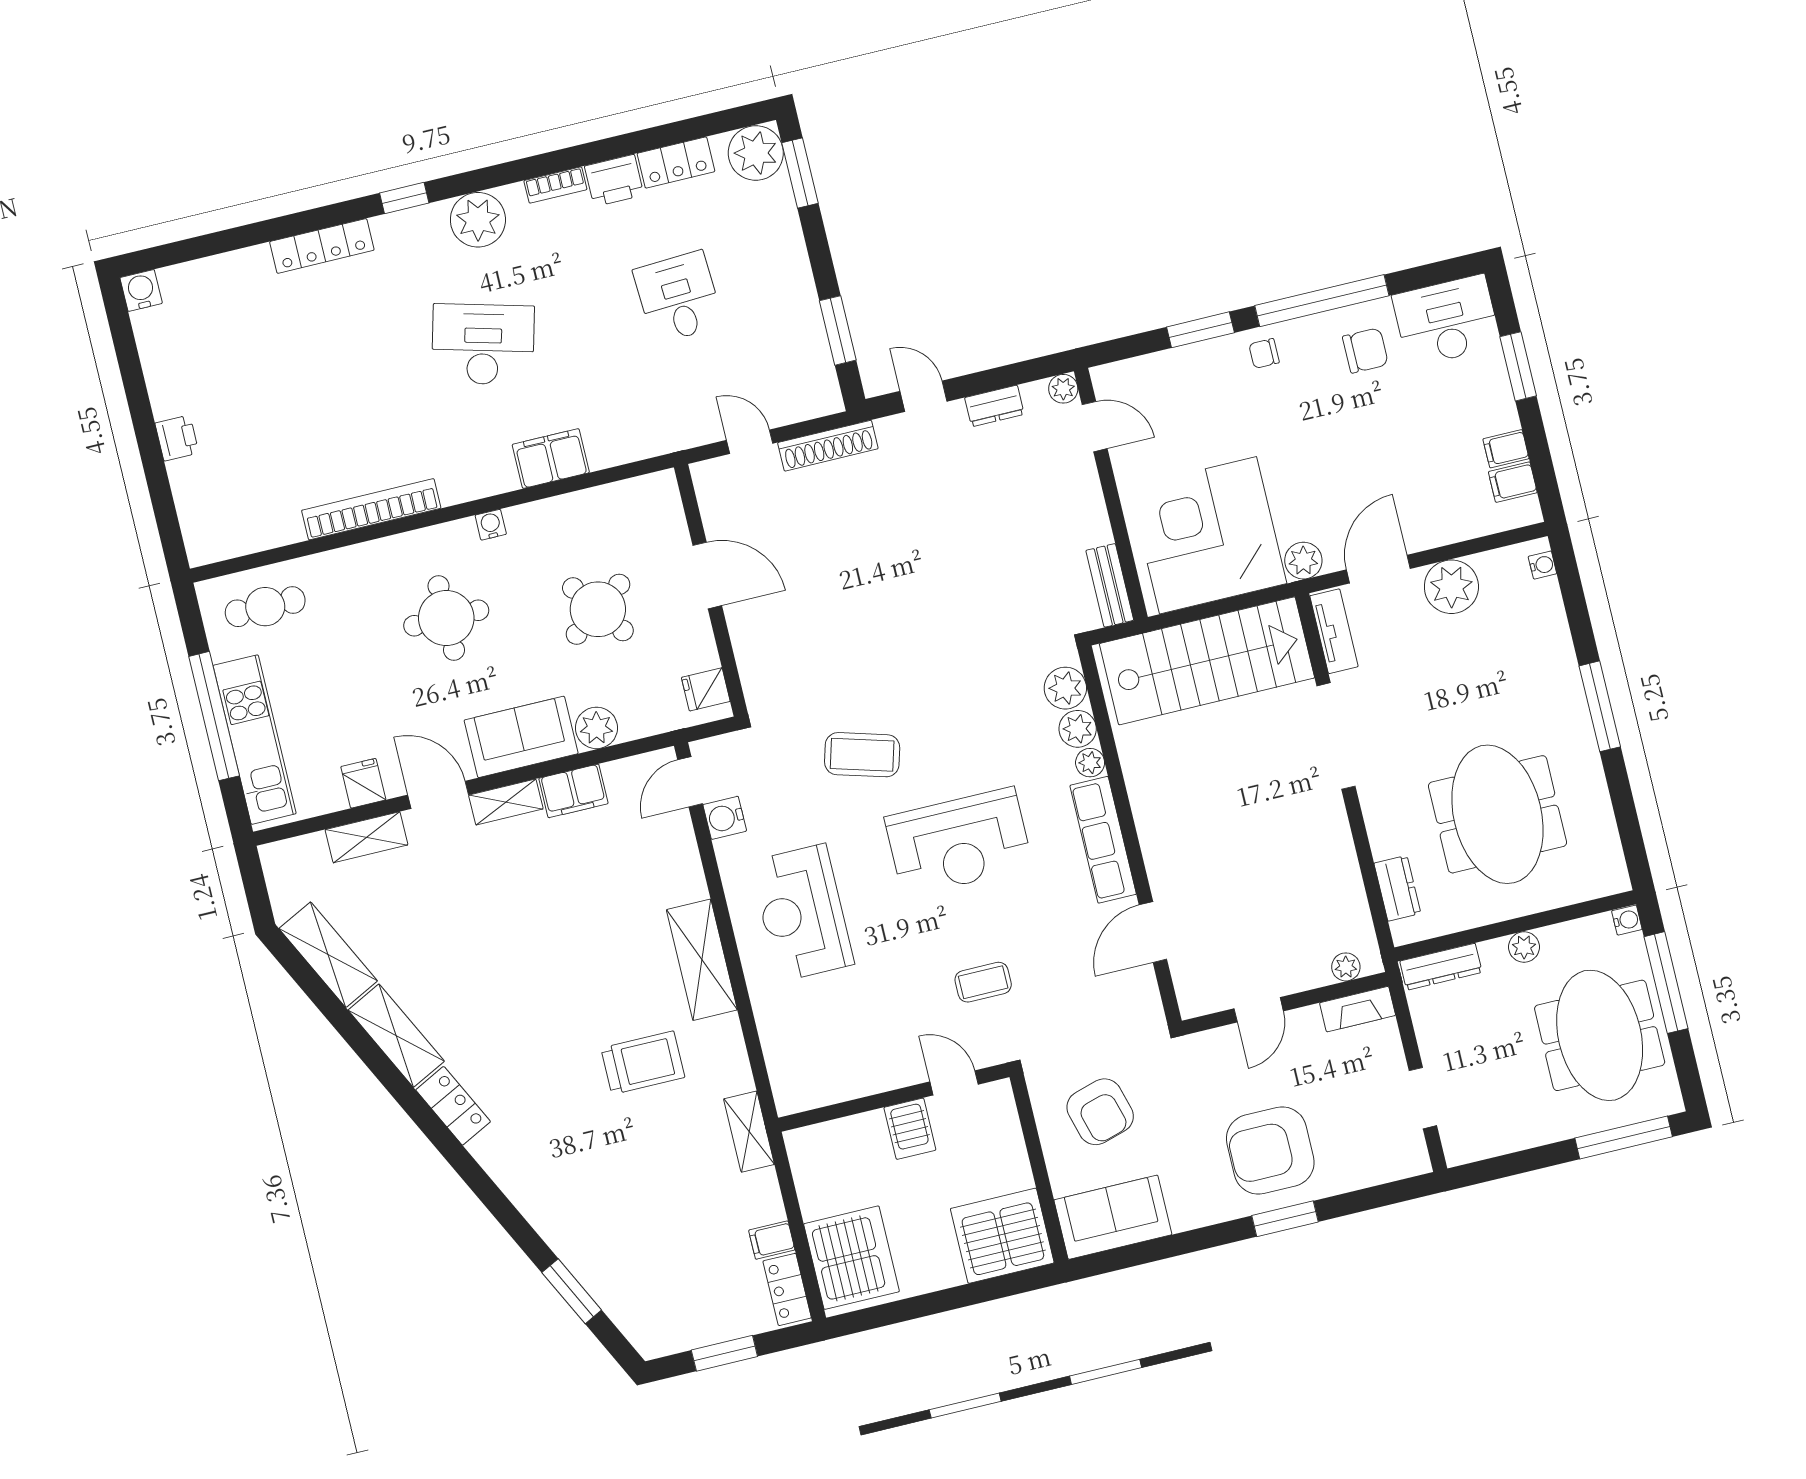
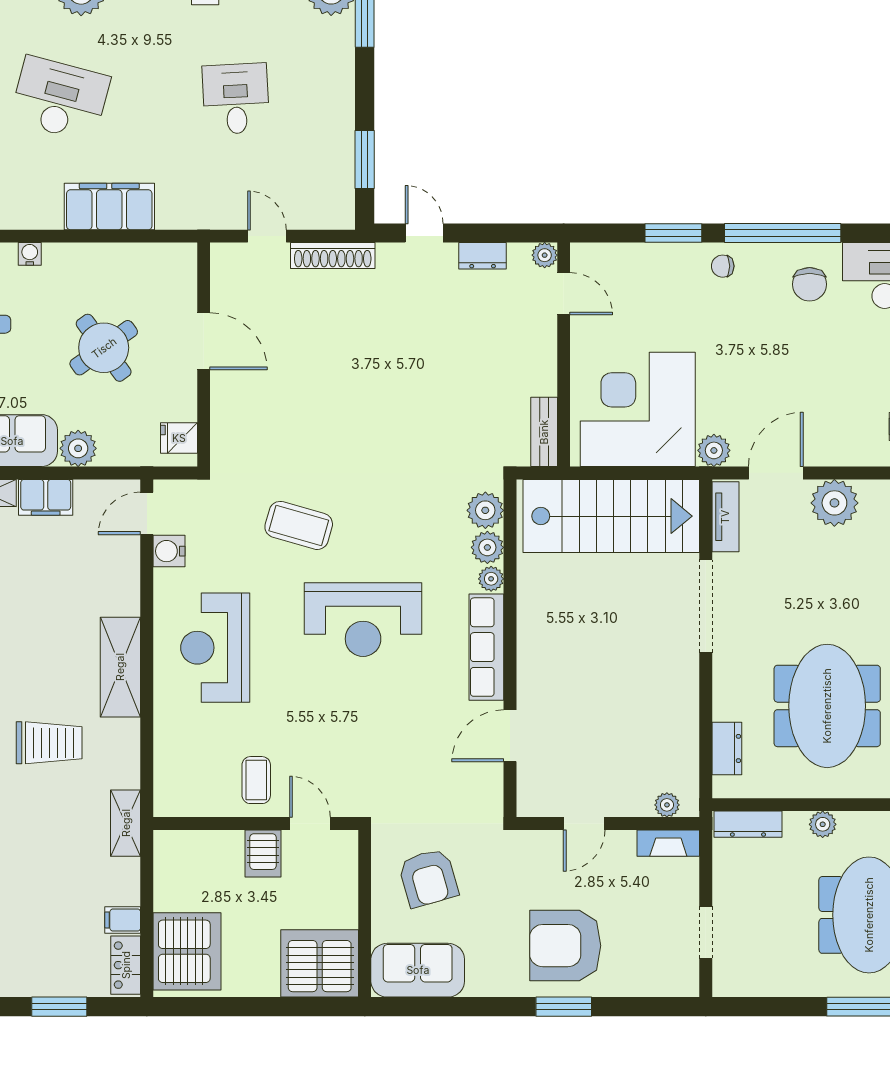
chair: (1365, 350) -> (810, 284), turned 90
filing cabinet: (551, 459) -> (109, 206), width x1.50, depth x1.17
coffee table: (983, 982) -> (256, 780), moved, turned 90

